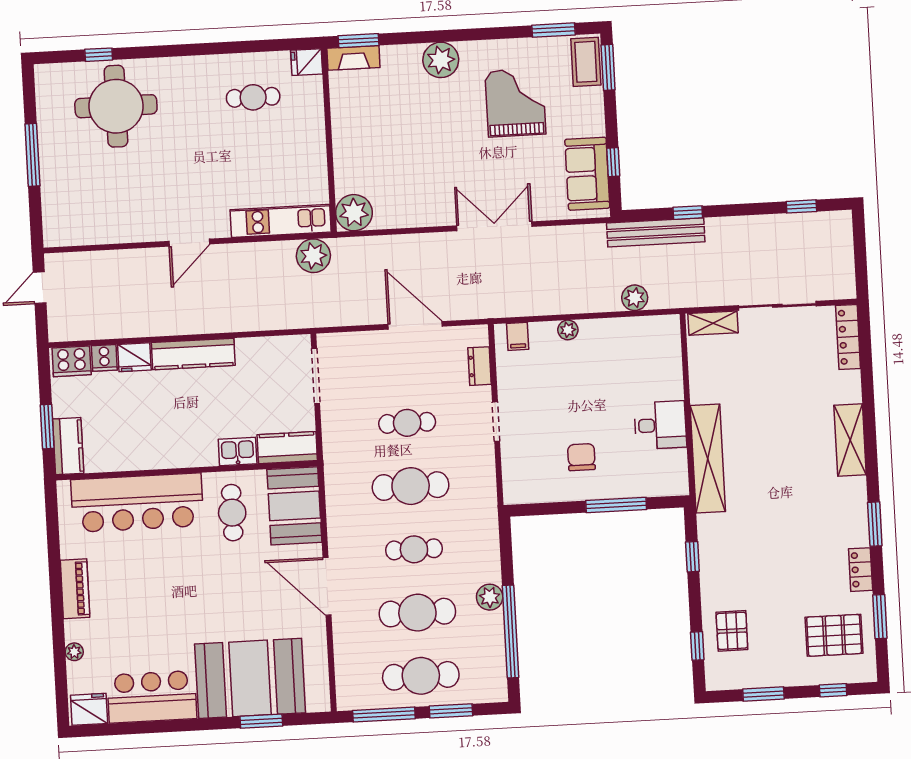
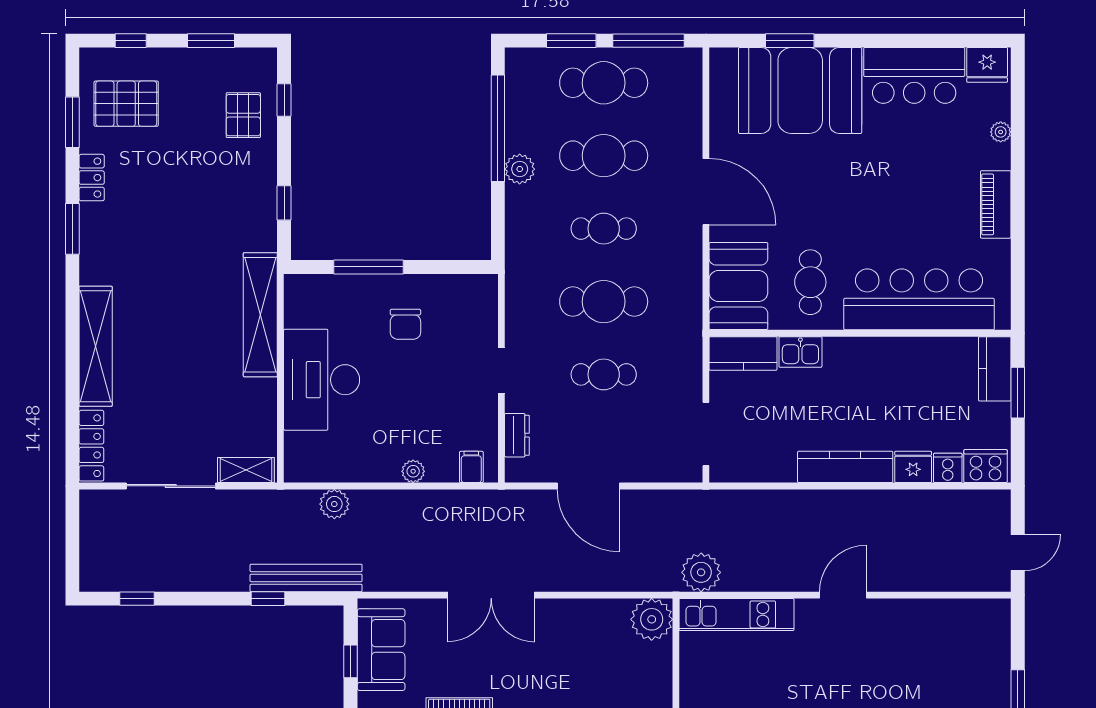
desk: (660, 425) -> (322, 380), width x1.87, depth x1.30
shelving: (850, 440) -> (96, 346), width x1.47

